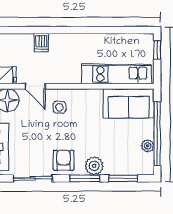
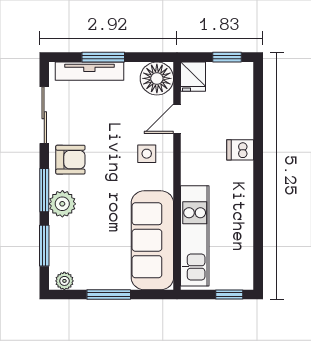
dishwasher: (42, 43) -> (240, 150), moved
sofa: (129, 103) -> (152, 240), width x1.36
window: (157, 134) -> (109, 295), width x0.47
plant: (148, 146) -> (64, 281), moved

